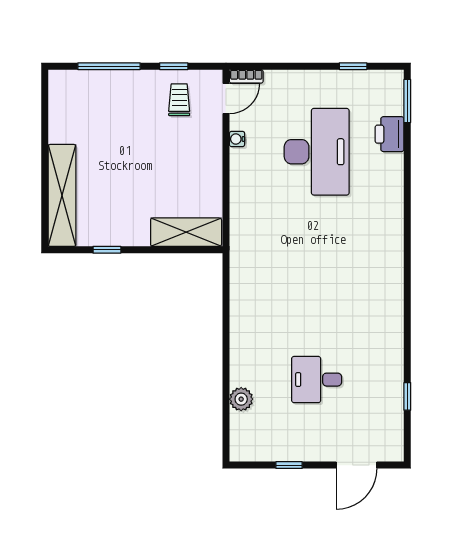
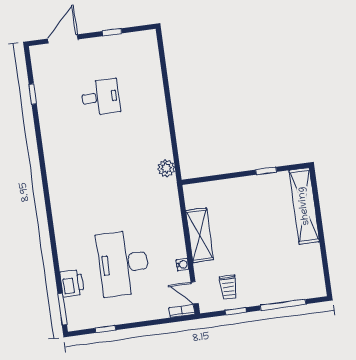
door: (226, 99) -> (195, 293), hinge flipped
shelving: (186, 232) -> (200, 235), moved, turned 90
plant: (241, 399) -> (166, 168), moved

